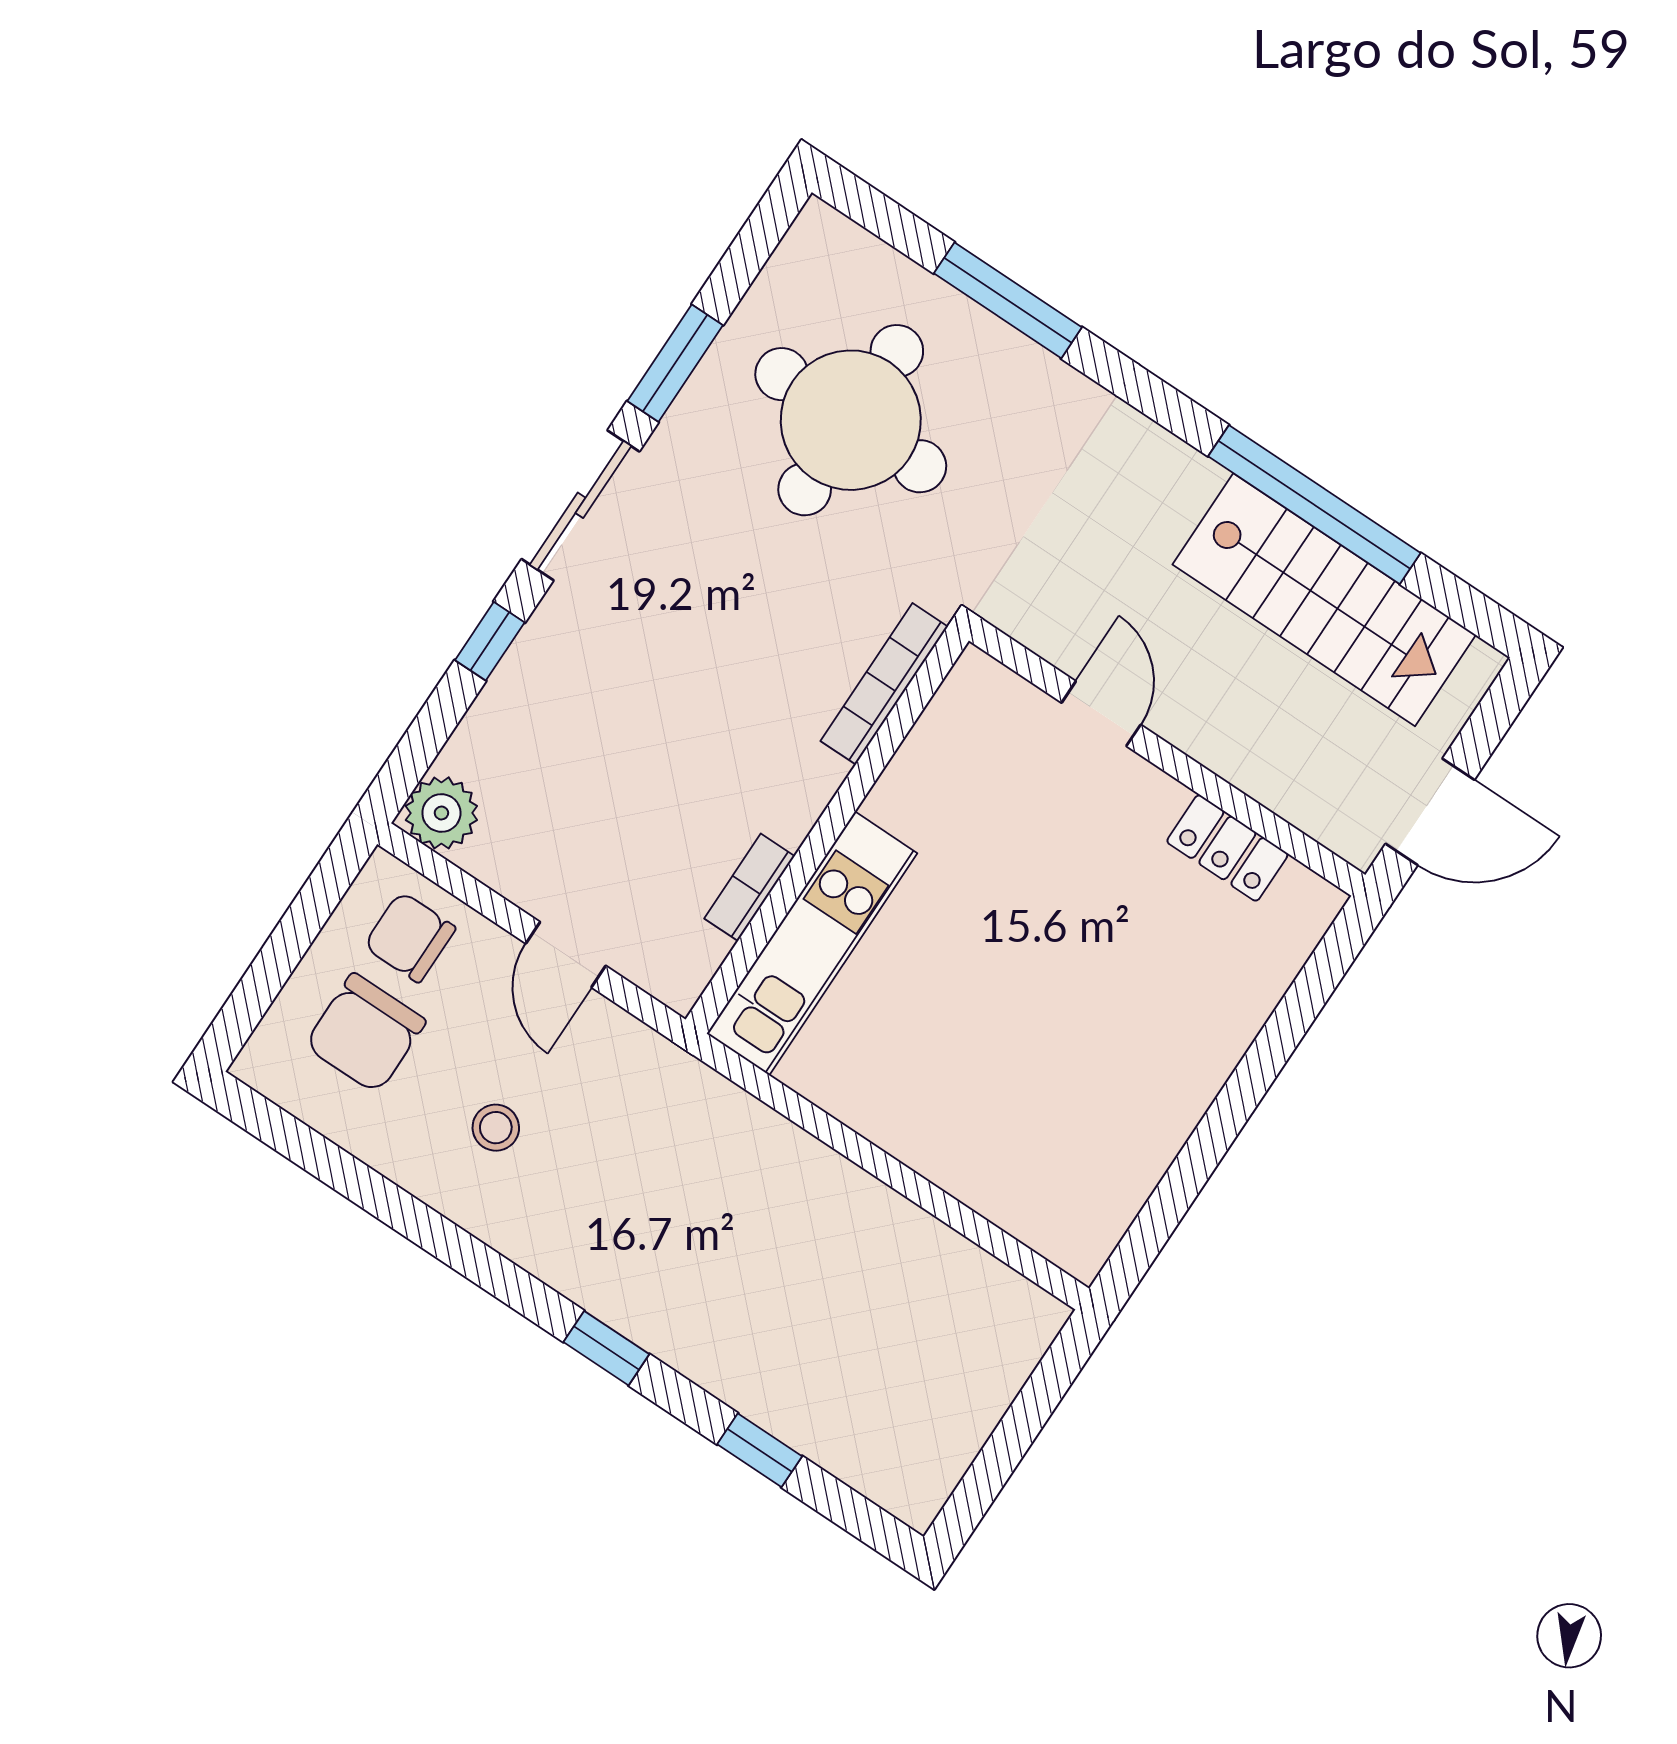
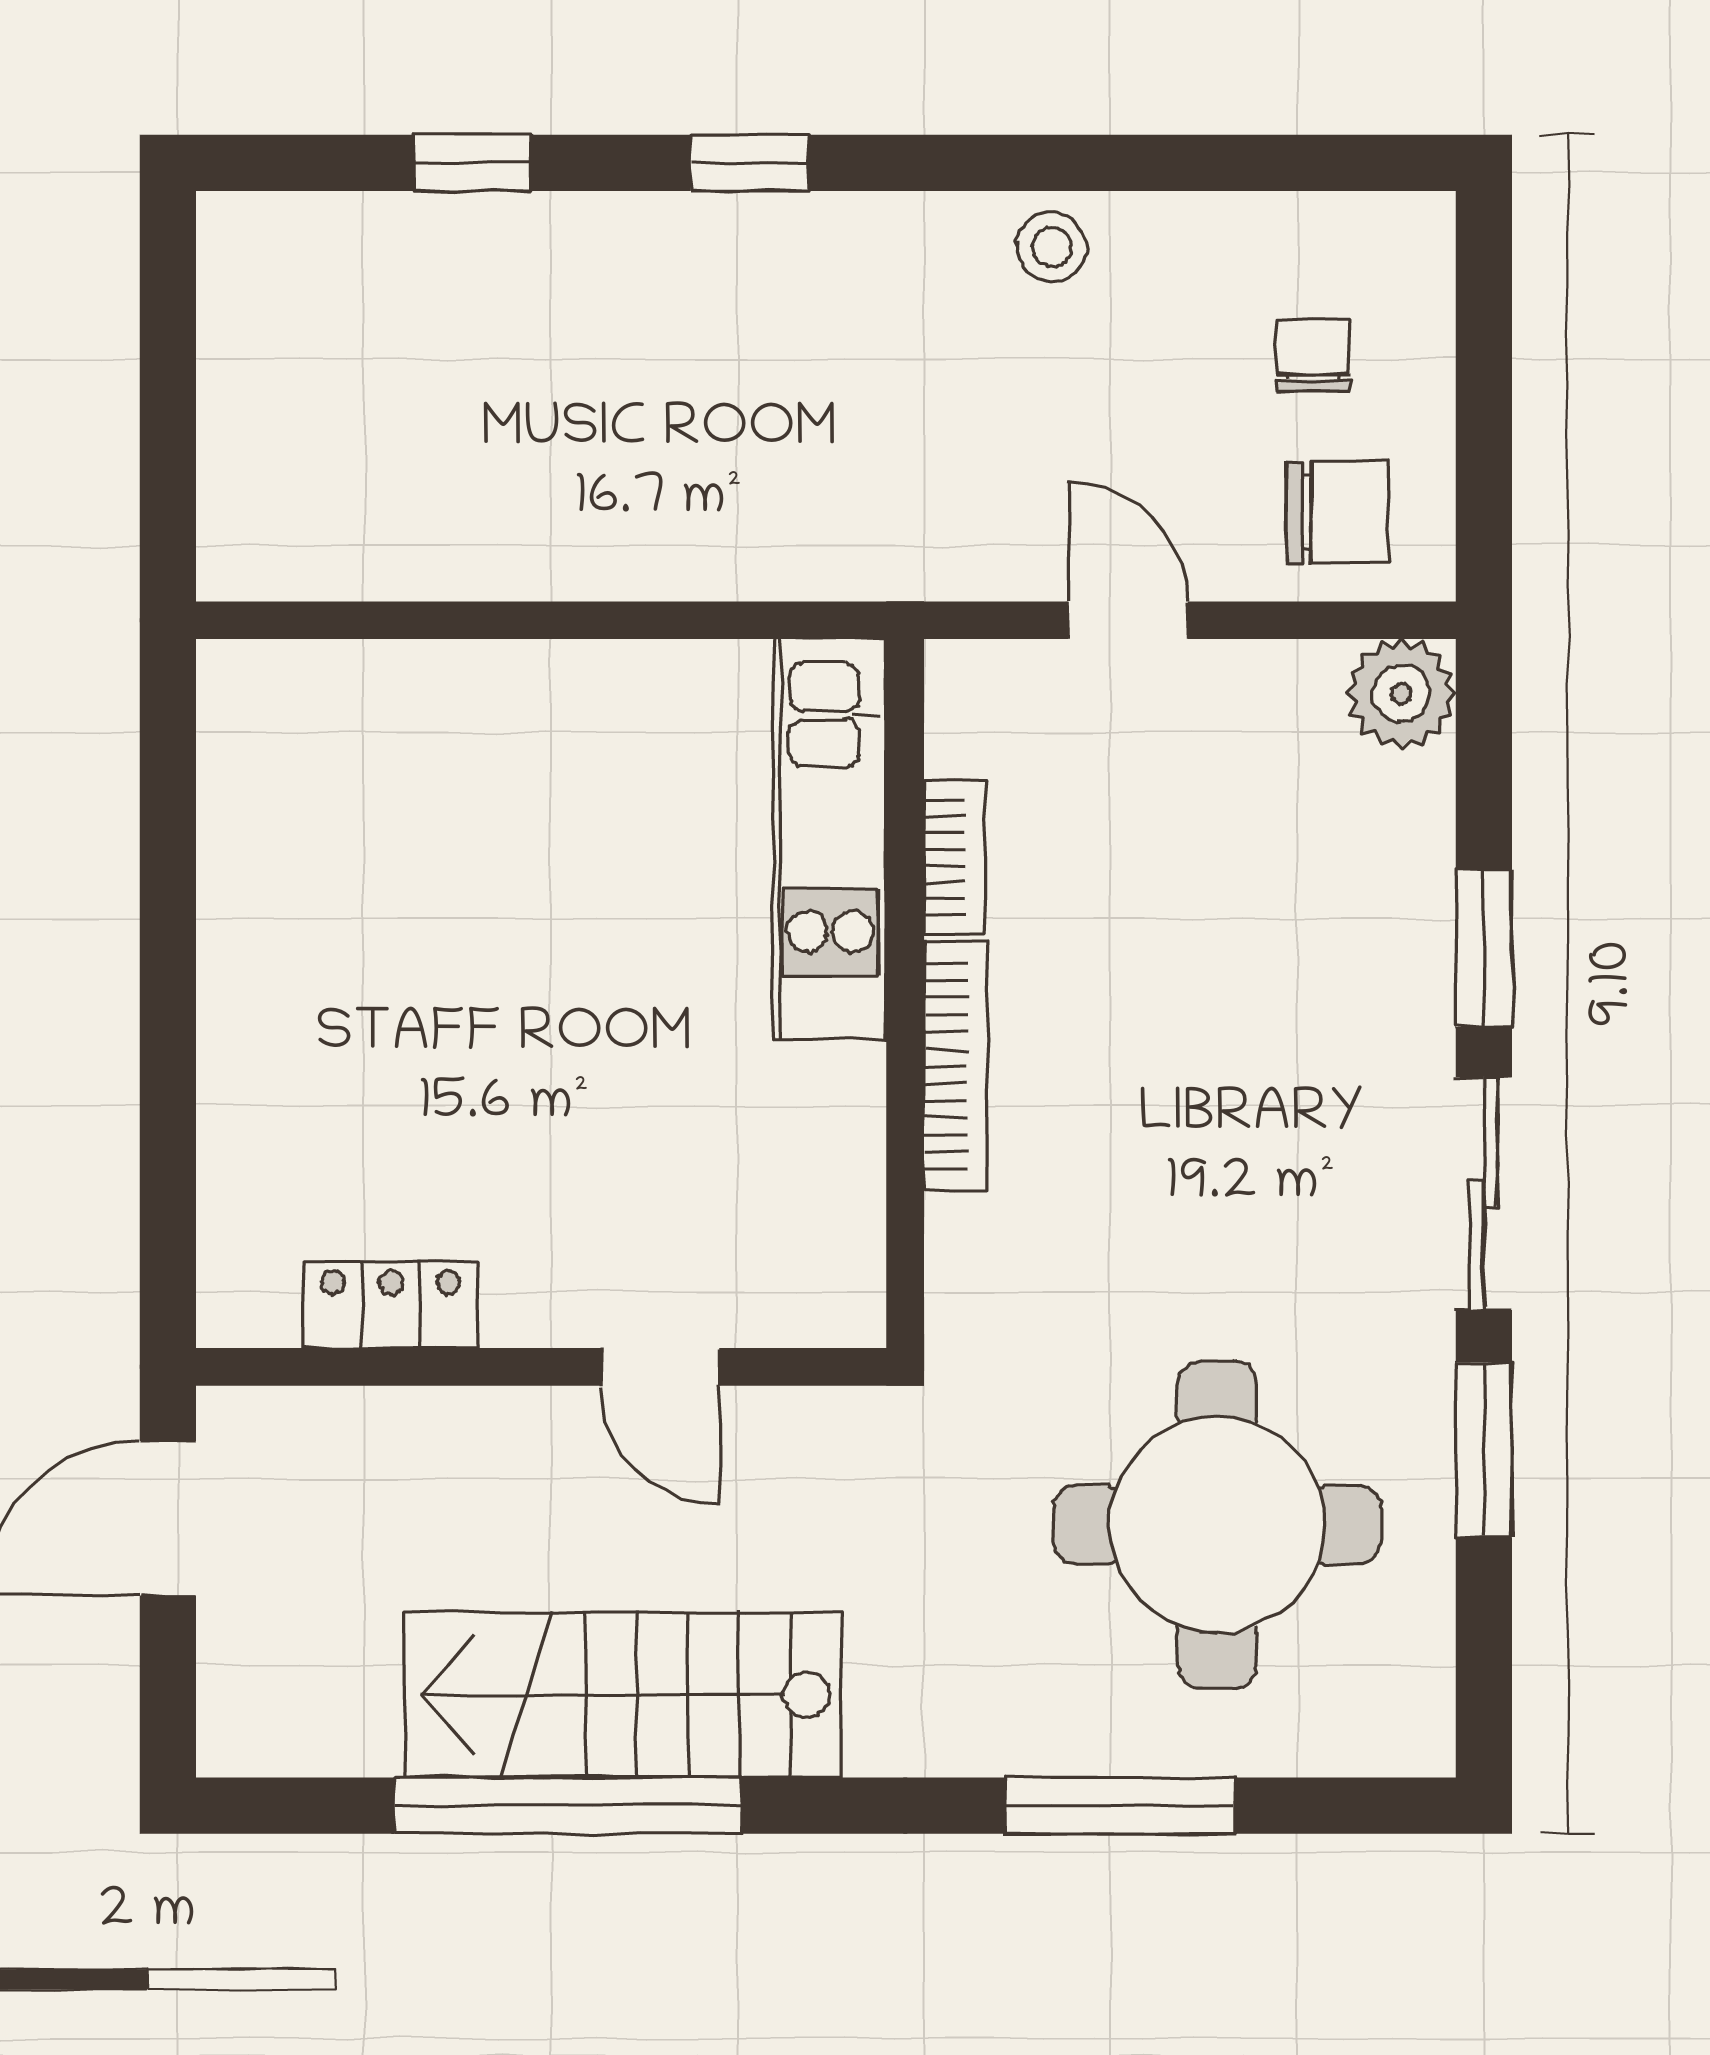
stairs: (1324, 600) -> (623, 1695), moved
window: (490, 641) -> (1484, 948), width x1.50
bookcase: (884, 684) -> (956, 1066), moved
chair: (365, 1033) -> (1313, 355), width x0.54, depth x0.54
stool: (496, 1128) -> (1052, 247), moved

